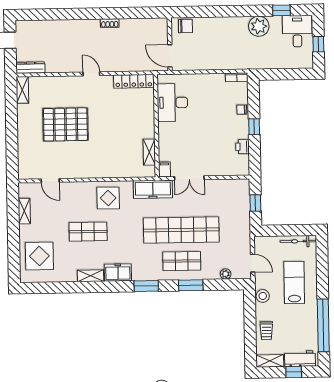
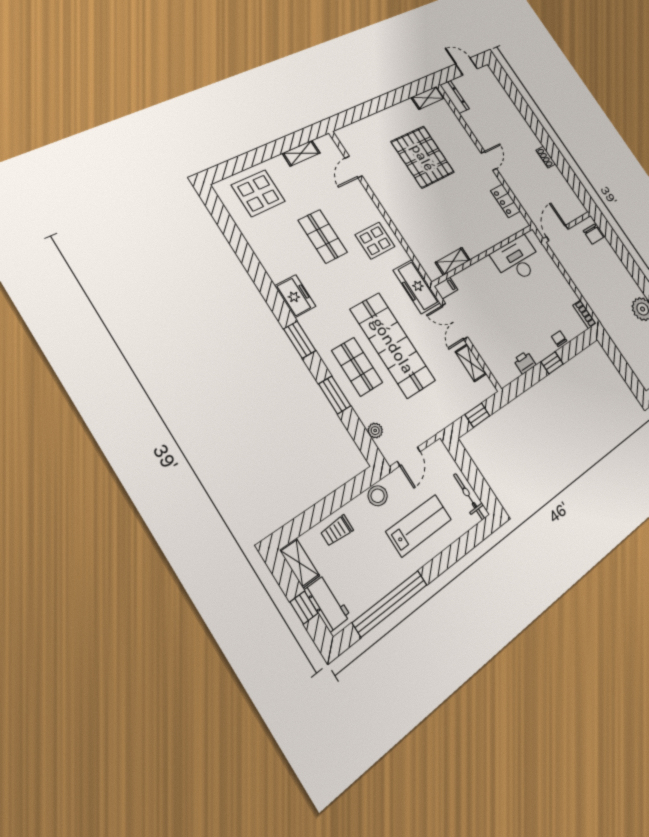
locker: (134, 81) -> (506, 201), width x0.66
shelving: (91, 276) -> (471, 363), moved

